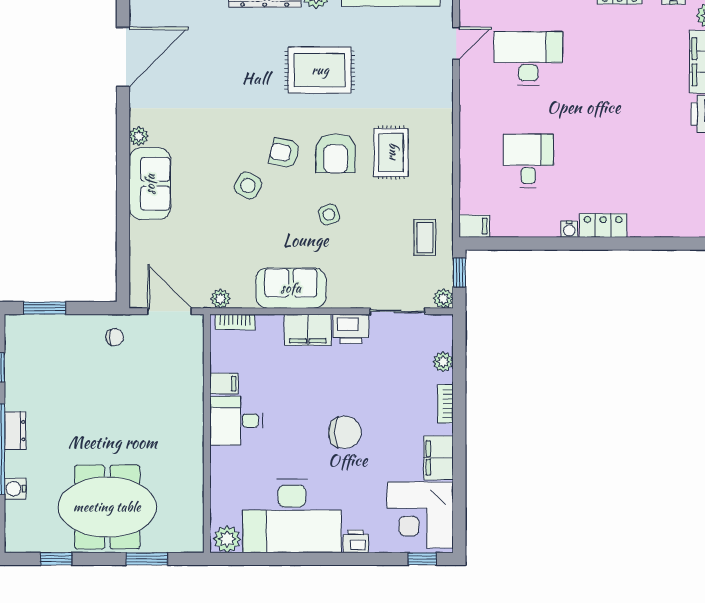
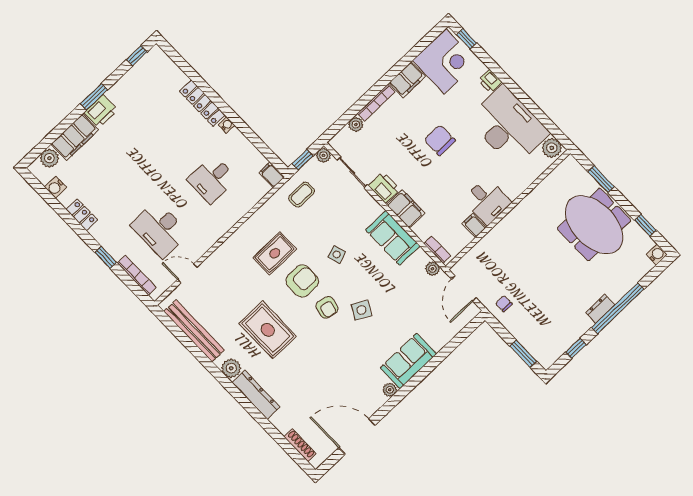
locker: (603, 226) -> (202, 103), width x1.53
bookcase: (446, 404) -> (376, 103), width x1.56
water cooler: (15, 489) -> (657, 254), moved, turned -90

